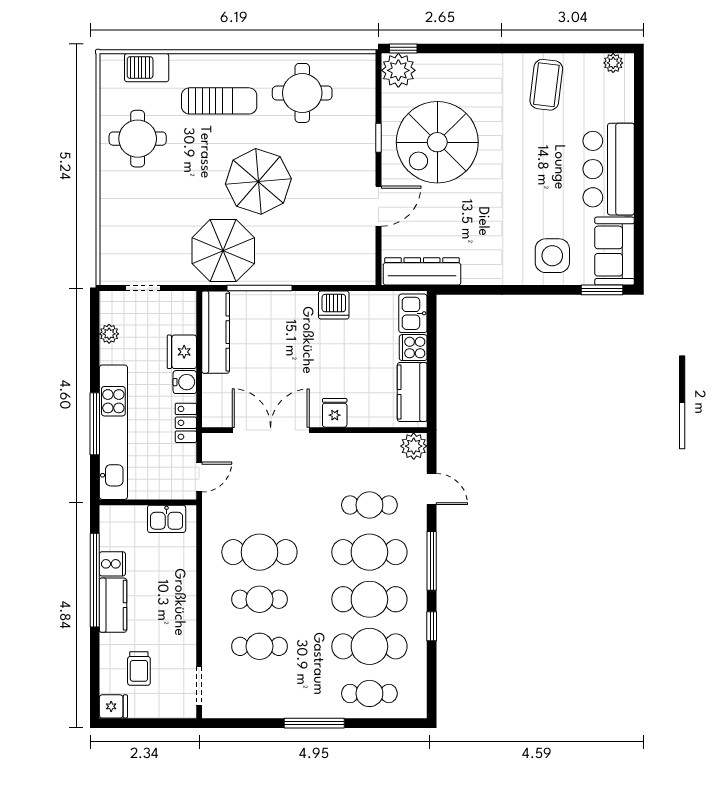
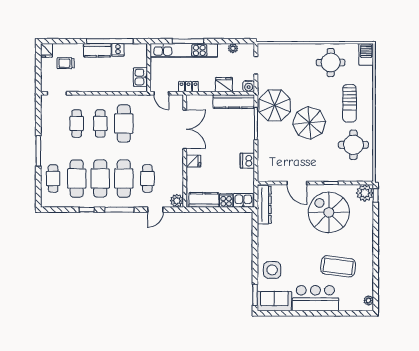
barbecue: (147, 68) -> (366, 54), moved
coffee table: (546, 85) -> (338, 266), moved, width x1.36, depth x1.32
water cooler: (185, 382) -> (249, 86), moved

